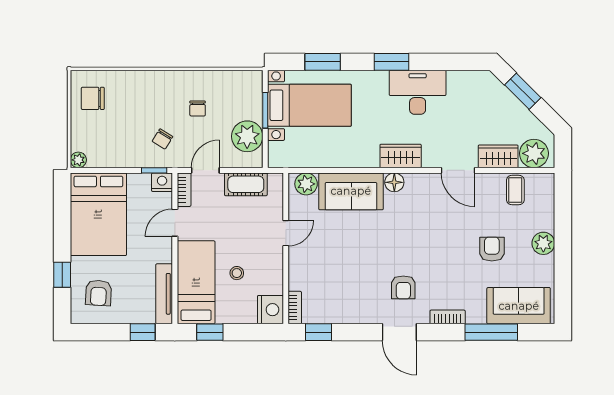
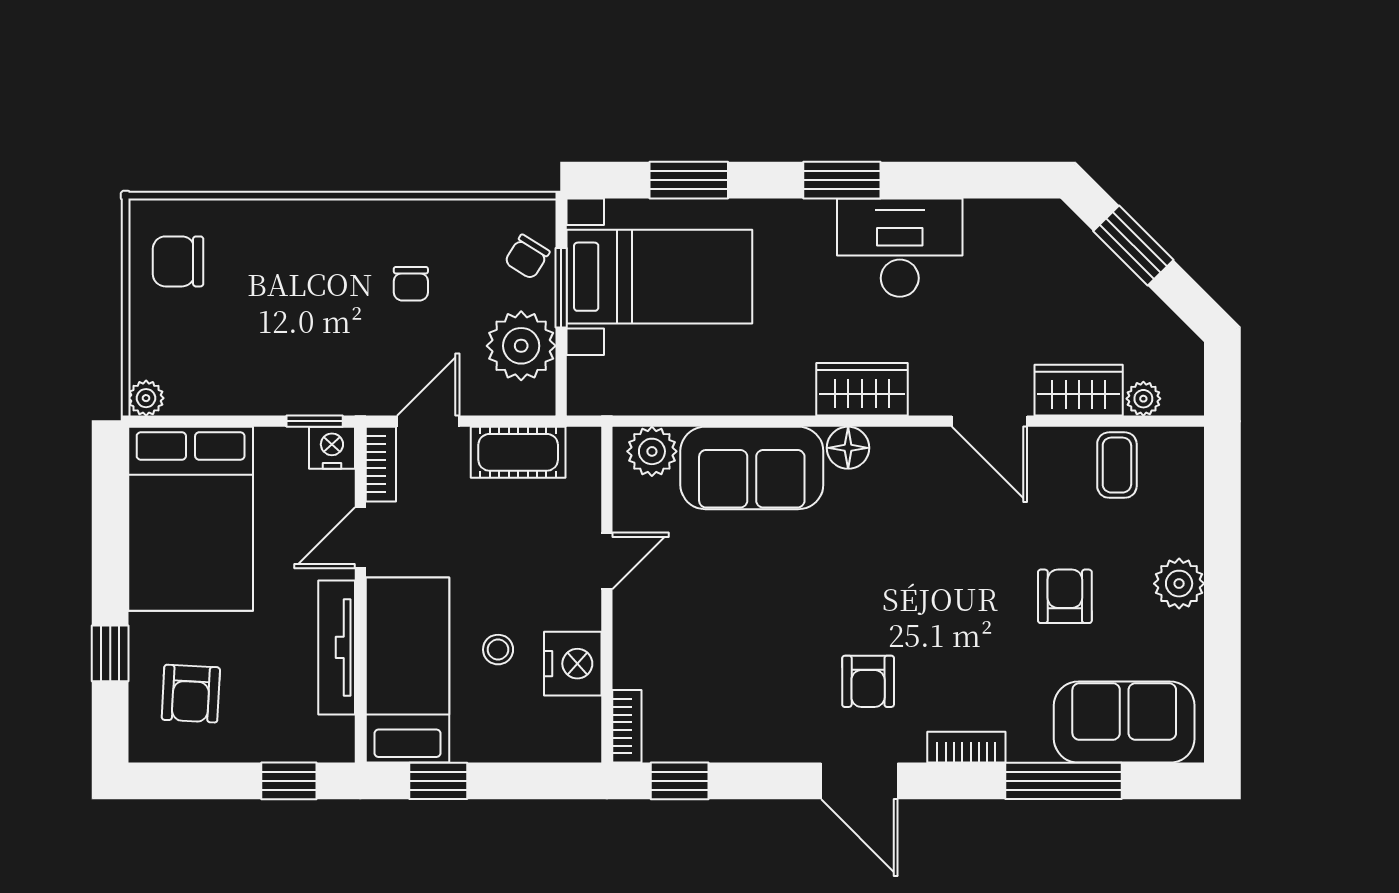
chair: (162, 139) -> (527, 257), moved
plant: (534, 153) -> (1143, 399), width x0.53, depth x0.53
tv unit: (164, 294) -> (337, 647), moved
nightstand: (270, 310) -> (573, 664), moved

